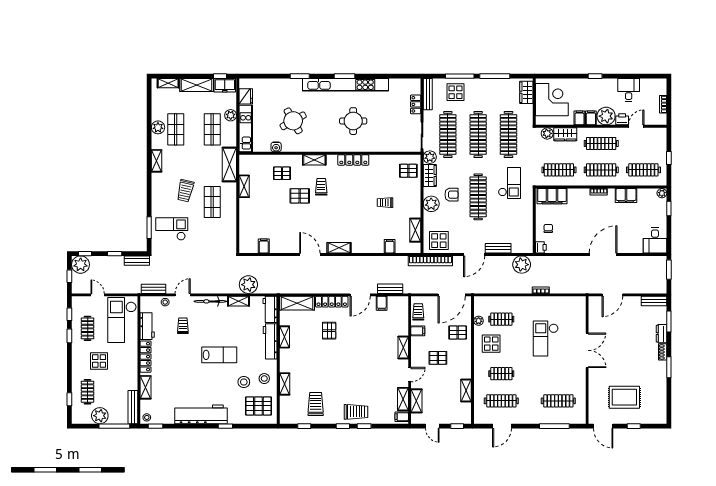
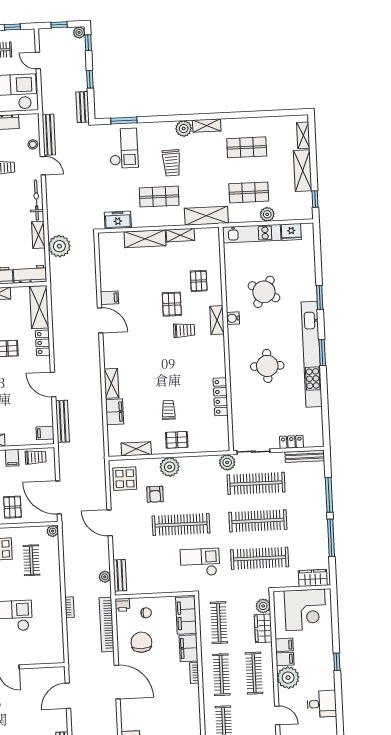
freezer: (225, 85) -> (118, 220), moved, turned 90
display table: (456, 92) -> (309, 490), removed
printer: (622, 119) -> (285, 698), removed
round table: (293, 121) -> (264, 292), turned -31
plant: (158, 127) -> (184, 128), moved
water cooler: (276, 147) -> (233, 318), moved
locker: (353, 160) -> (221, 397), moved
pallet: (408, 171) -> (177, 440), moved, turned 90
wardrobe: (430, 176) -> (204, 464), removed
checkout: (509, 183) -> (200, 562), turned 180
trolley: (185, 191) -> (172, 163), turned -105
armchair: (451, 195) -> (155, 494), moved
filing cabinet: (626, 196) -> (188, 648), moved
shelving: (246, 215) -> (145, 239), added
chair: (572, 233) -> (141, 642), added
filing cabinet: (264, 246) -> (109, 298), moved
filing cabinet: (390, 246) -> (115, 412), width x2.00
shelving: (339, 248) -> (111, 383), moved
bench: (498, 248) -> (120, 575), moved
door: (310, 254) -> (100, 320), hinge flipped
bookcase: (430, 261) -> (107, 625), moved
plant: (81, 265) -> (79, 32), width x0.53, depth x0.53
plant: (522, 265) -> (105, 577), width x0.53, depth x0.53
bench: (153, 289) -> (49, 135), width x1.36
bench: (390, 289) -> (62, 421), width x1.36
door: (98, 295) -> (38, 61), swing flipped
door: (612, 295) -> (68, 696), hinge flipped
locker: (332, 302) -> (43, 343), width x0.66
filing cabinet: (382, 303) -> (45, 433), moved
plant: (479, 321) -> (53, 531), moved

